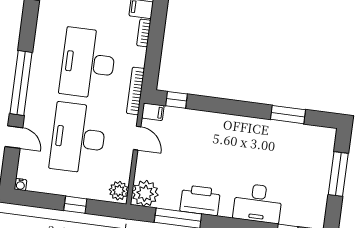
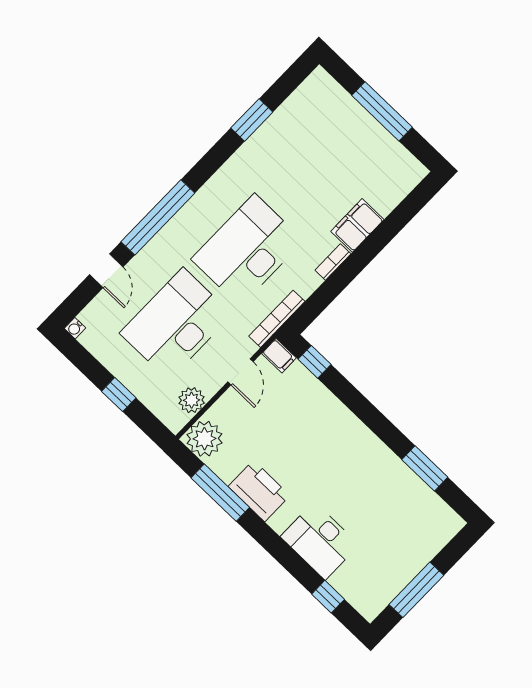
window: (338, 174) -> (416, 590), moved
plant: (119, 191) -> (192, 400), moved

